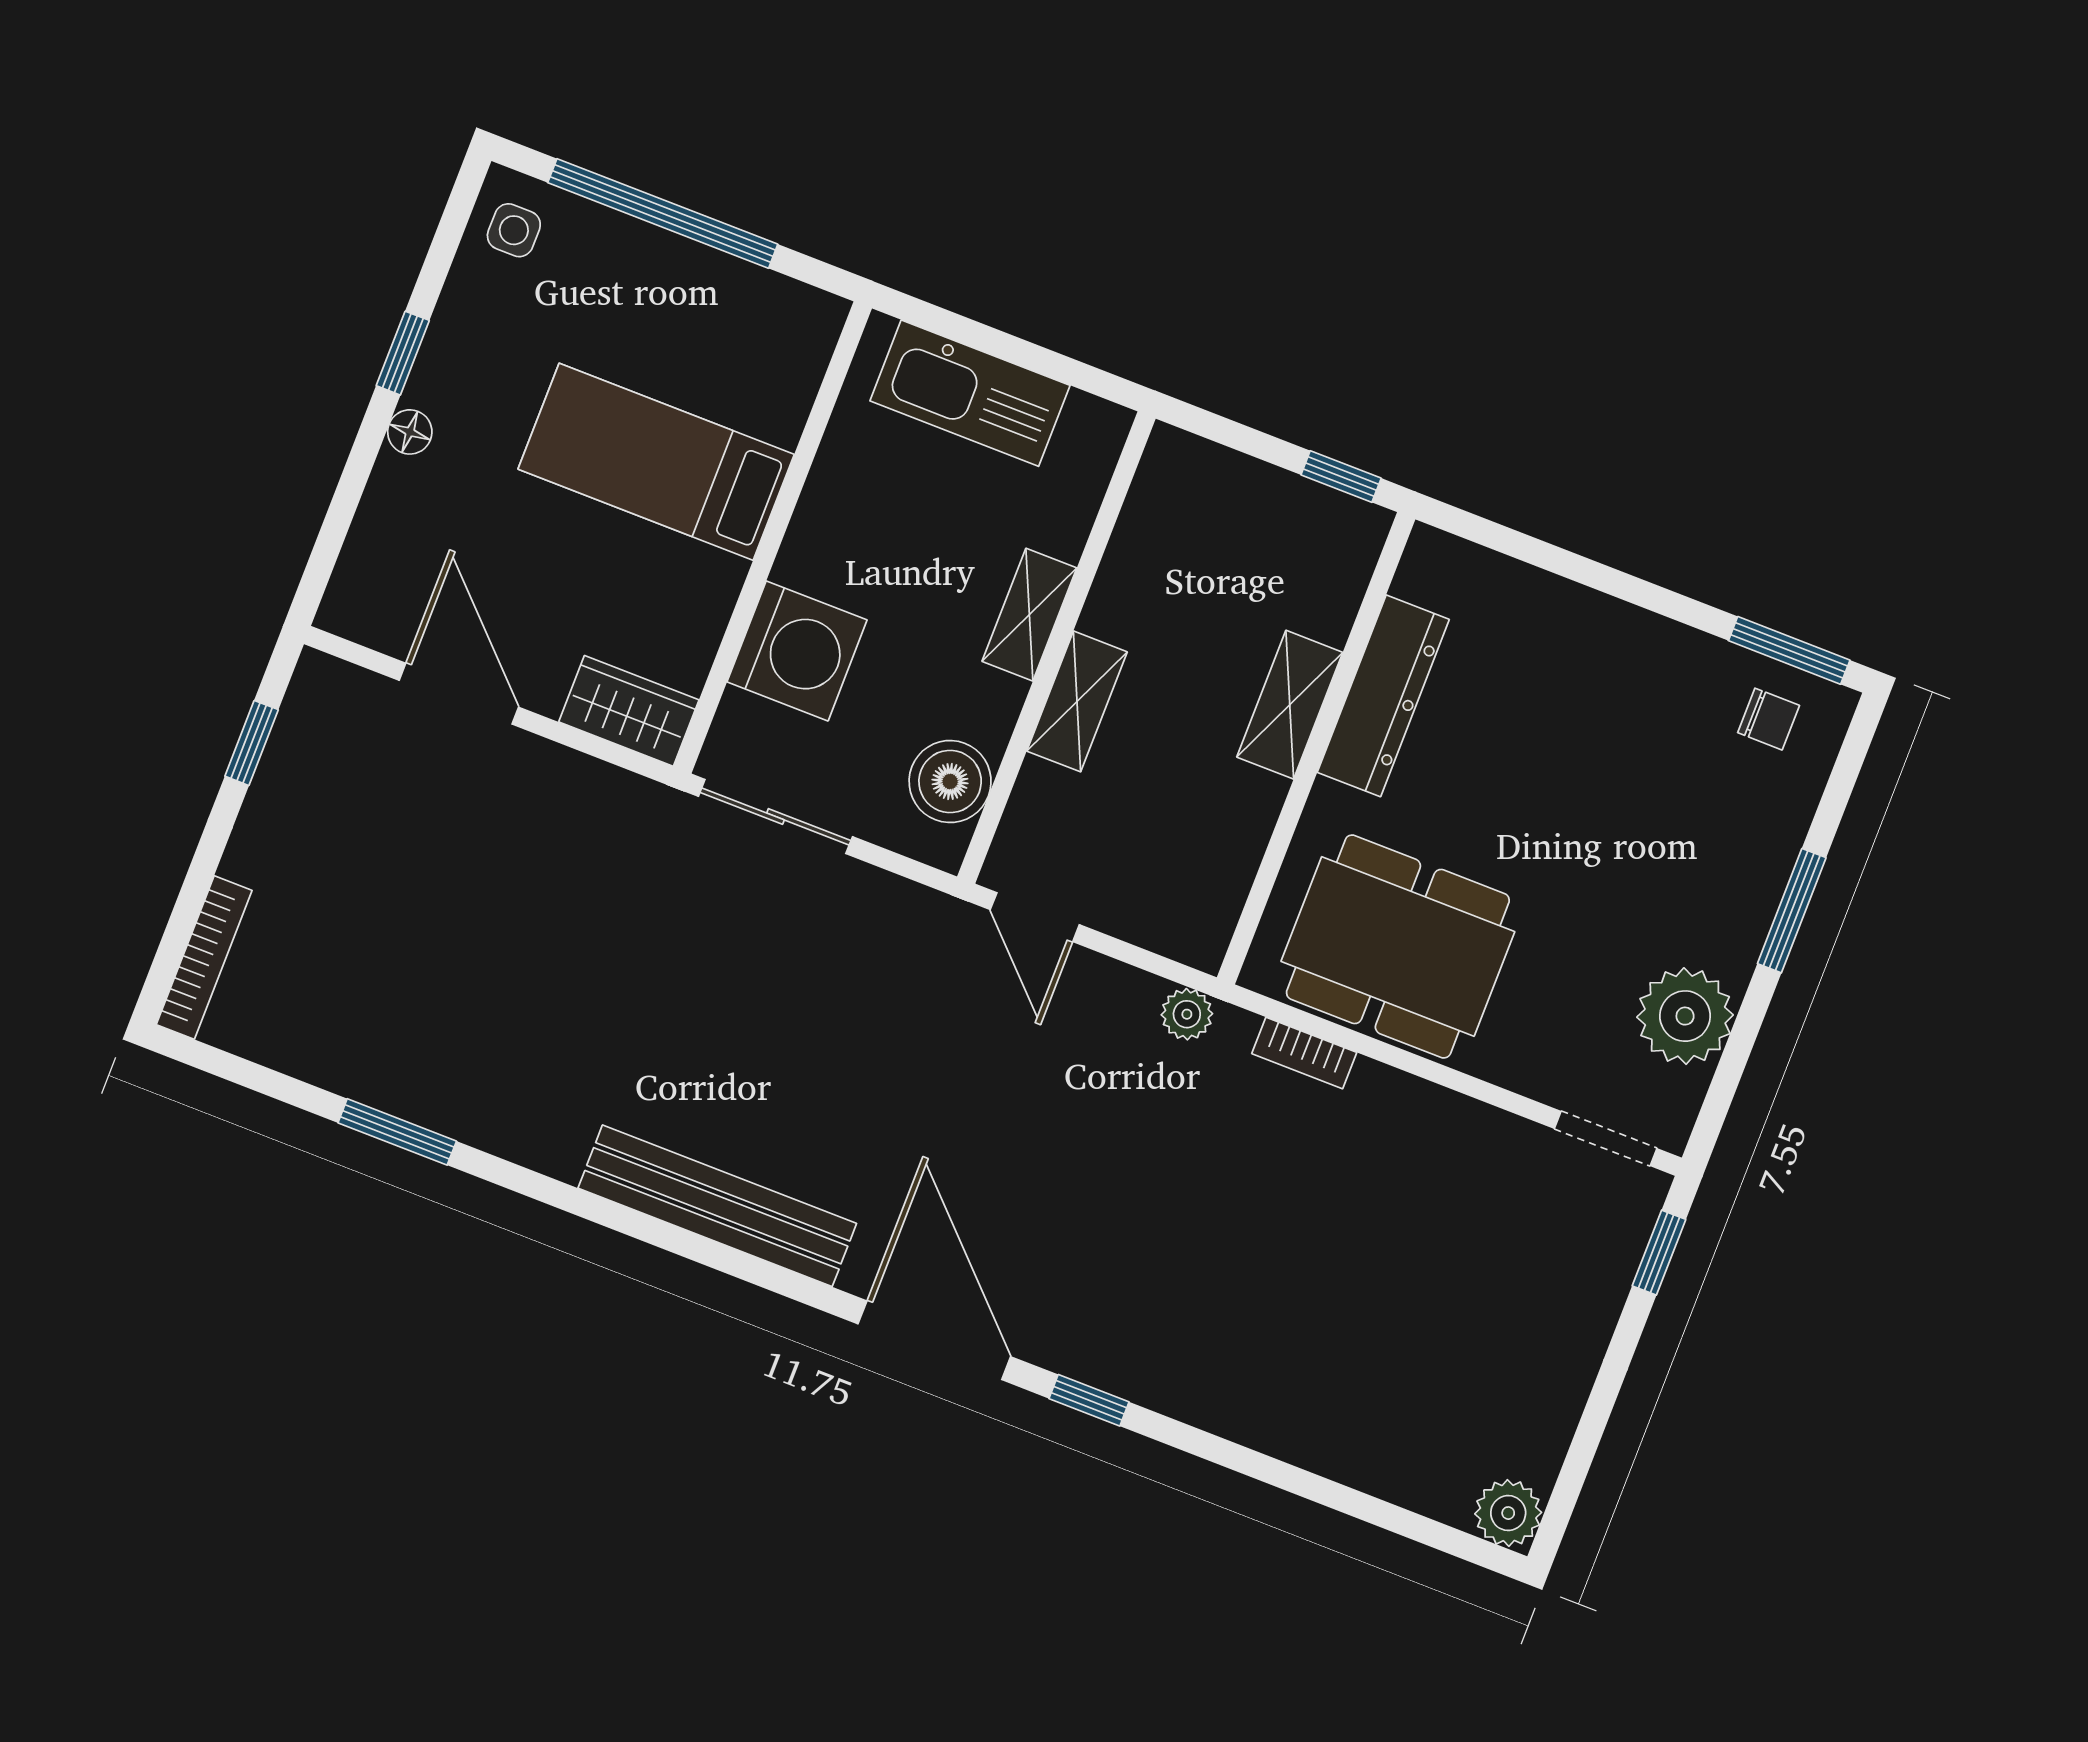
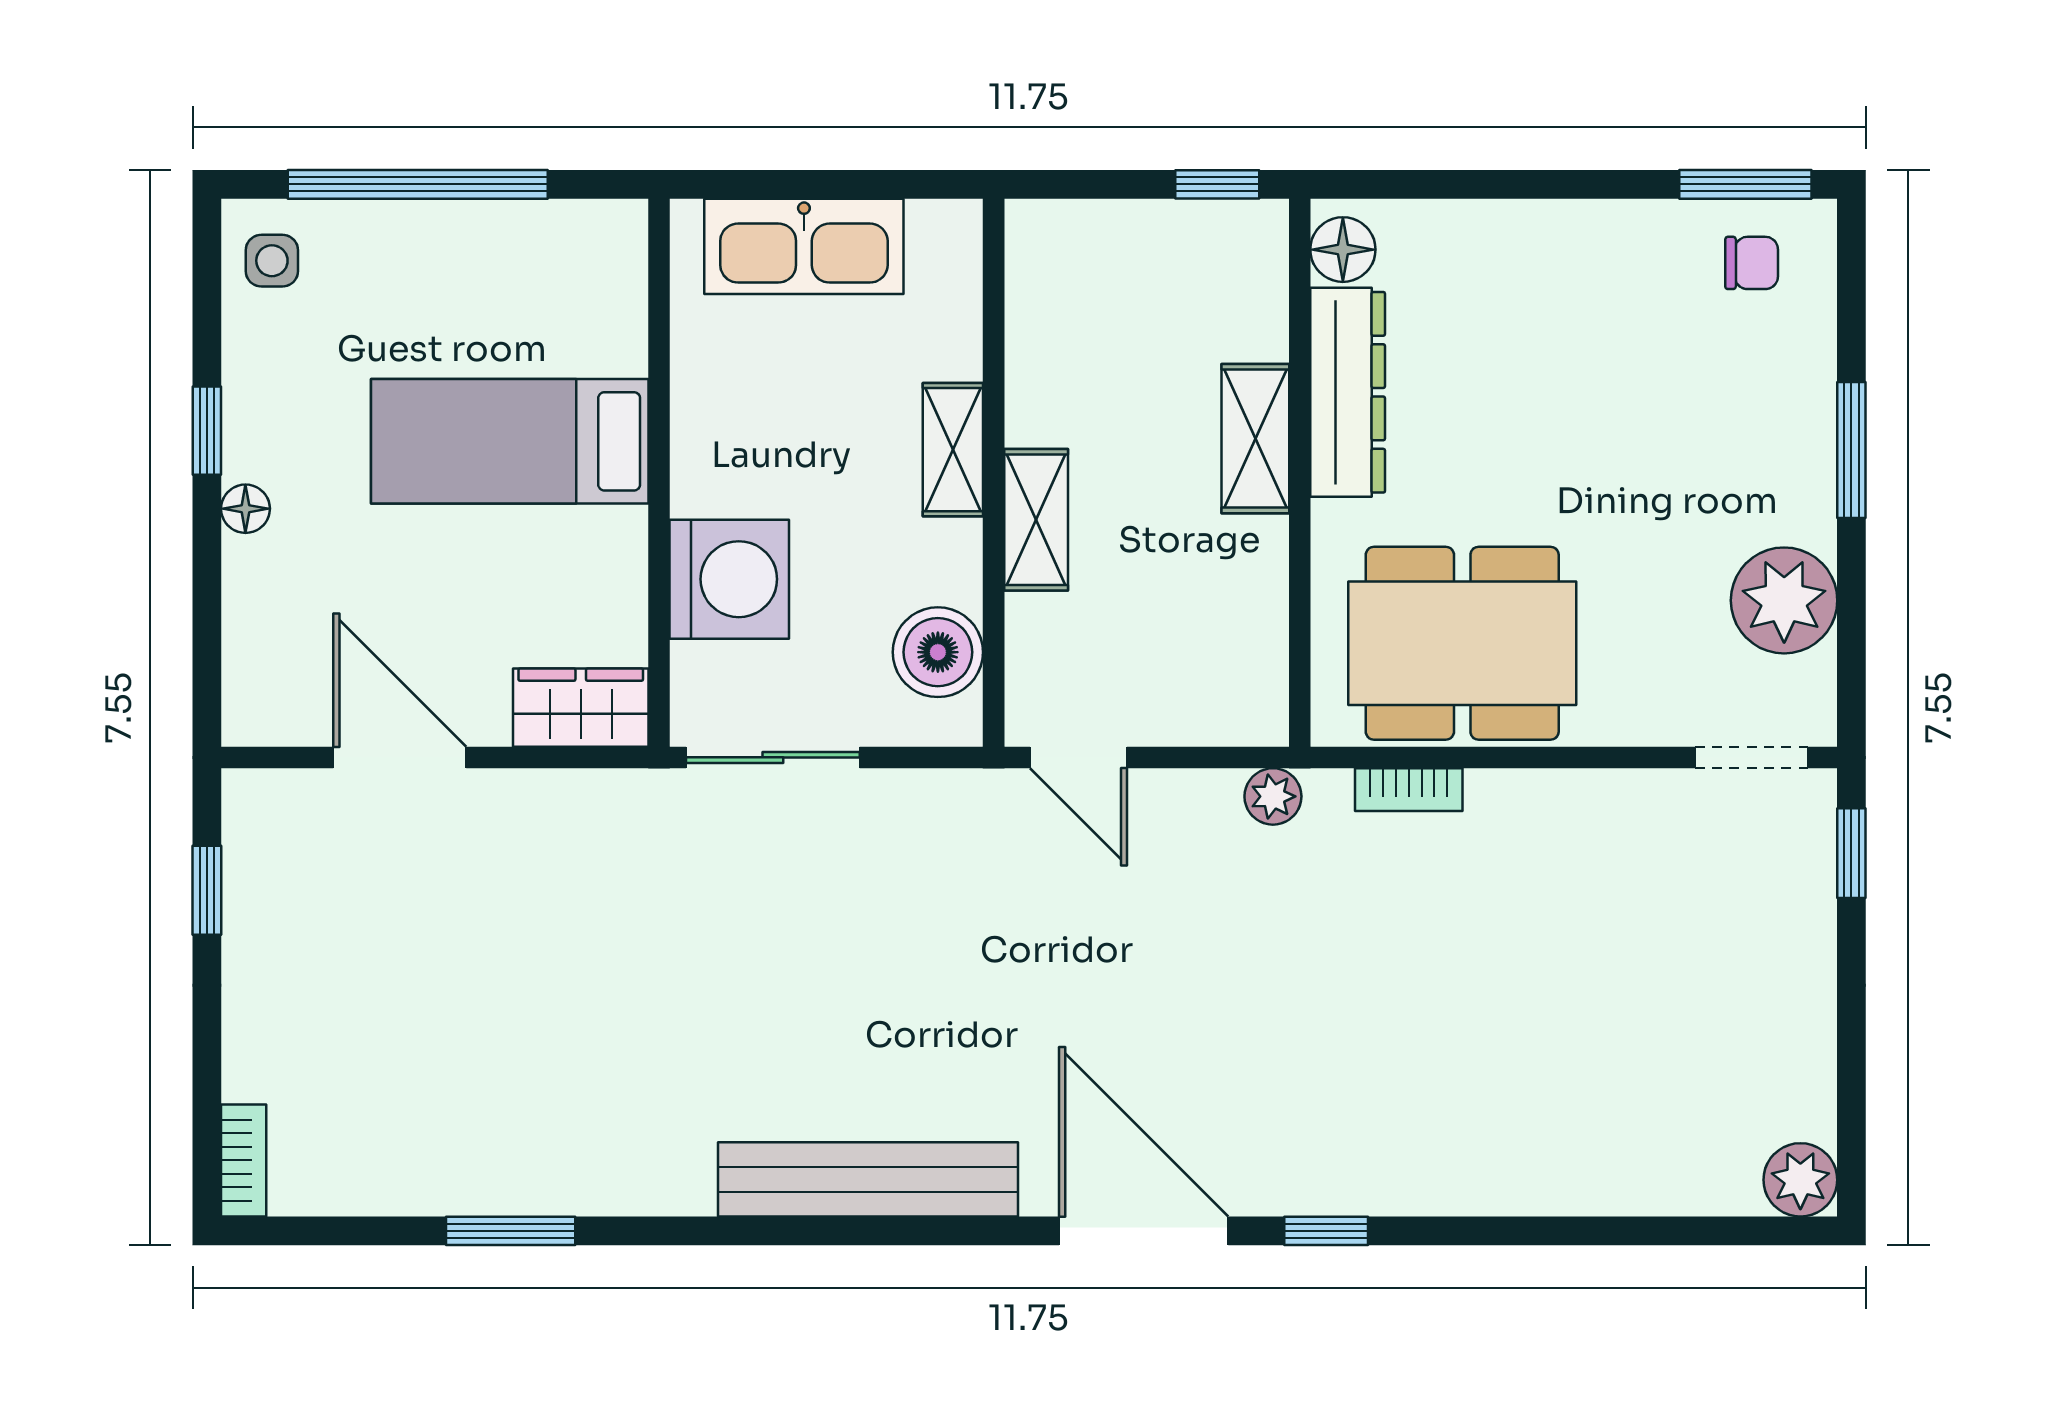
floor lamp: (1426, 573) -> (1343, 250), added
bookcase: (204, 957) -> (244, 1160), width x0.64

